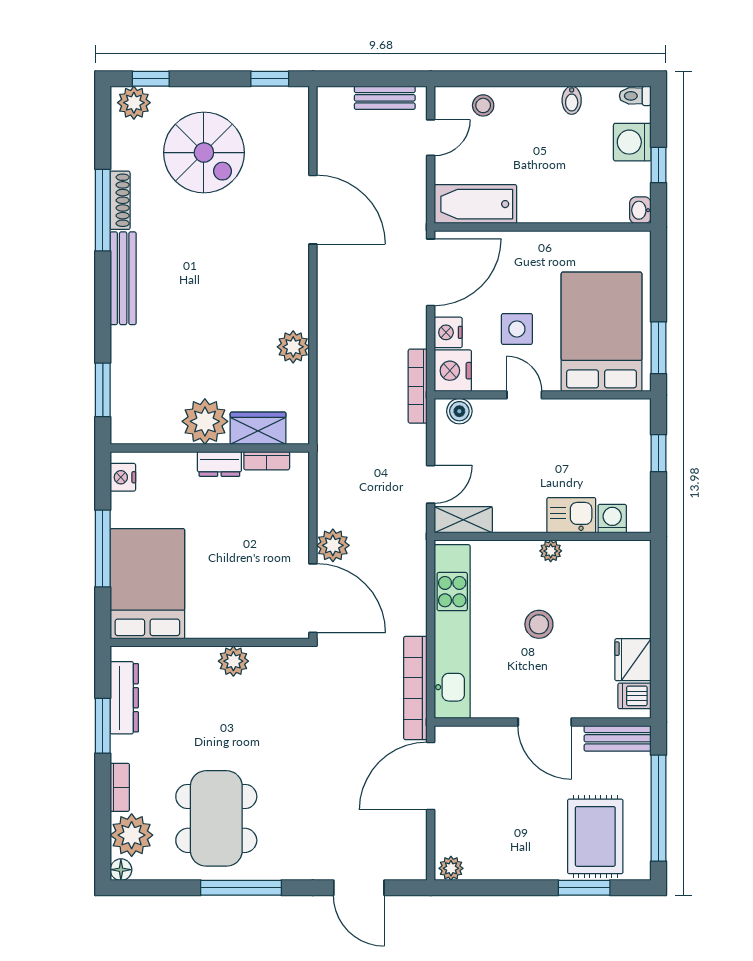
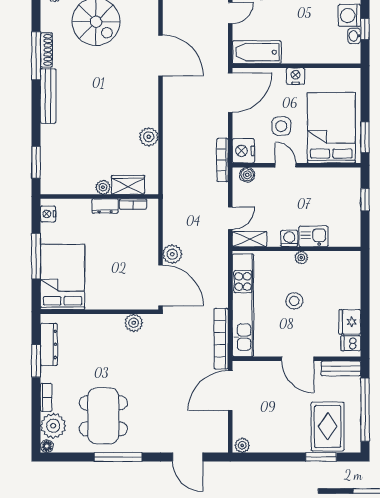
washbasin: (640, 210) -> (354, 36), moved
nightstand: (448, 332) -> (296, 76), moved, turned 90
plant: (205, 421) -> (103, 187), width x0.53, depth x0.53
washing machine: (612, 519) -> (289, 238), moved
plant: (233, 661) -> (134, 323), moved

